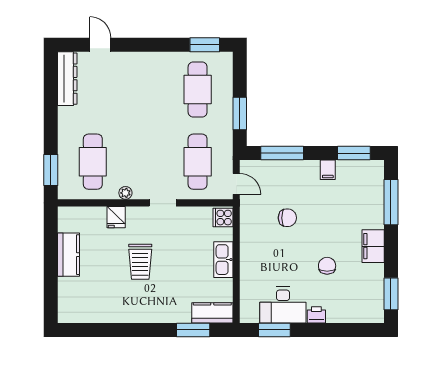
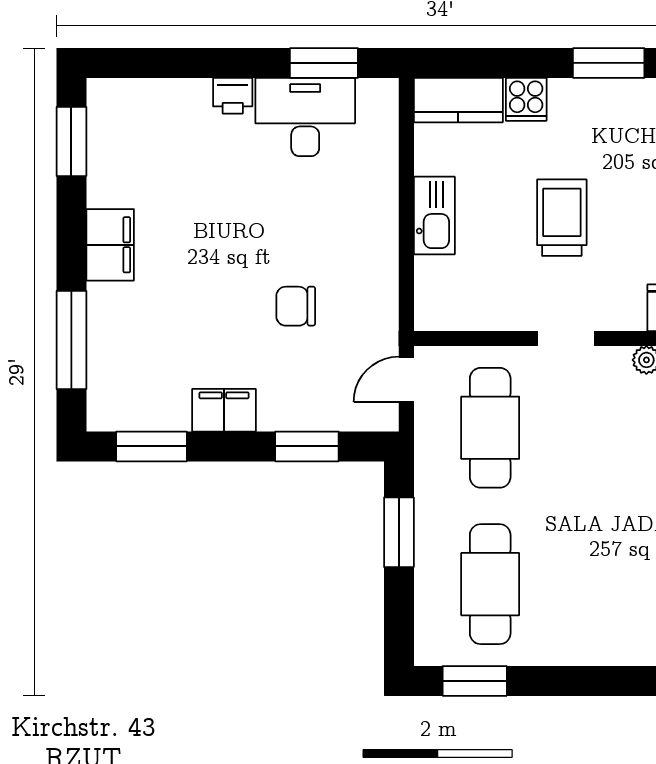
window: (282, 153) -> (307, 446), width x0.69
filing cabinet: (328, 170) -> (224, 410), width x2.00
door: (236, 184) -> (406, 379), hinge flipped
cooker: (223, 218) -> (526, 99), moved, turned 90
trolley: (140, 262) -> (562, 218), moved
chair: (327, 266) -> (210, 202), removed
window: (193, 330) -> (609, 63), moved

